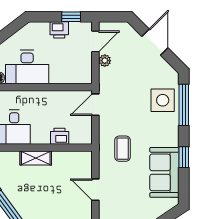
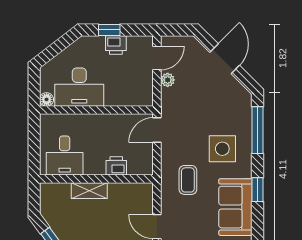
window: (71, 17) -> (109, 30), moved
side table: (163, 100) -> (222, 149), moved

